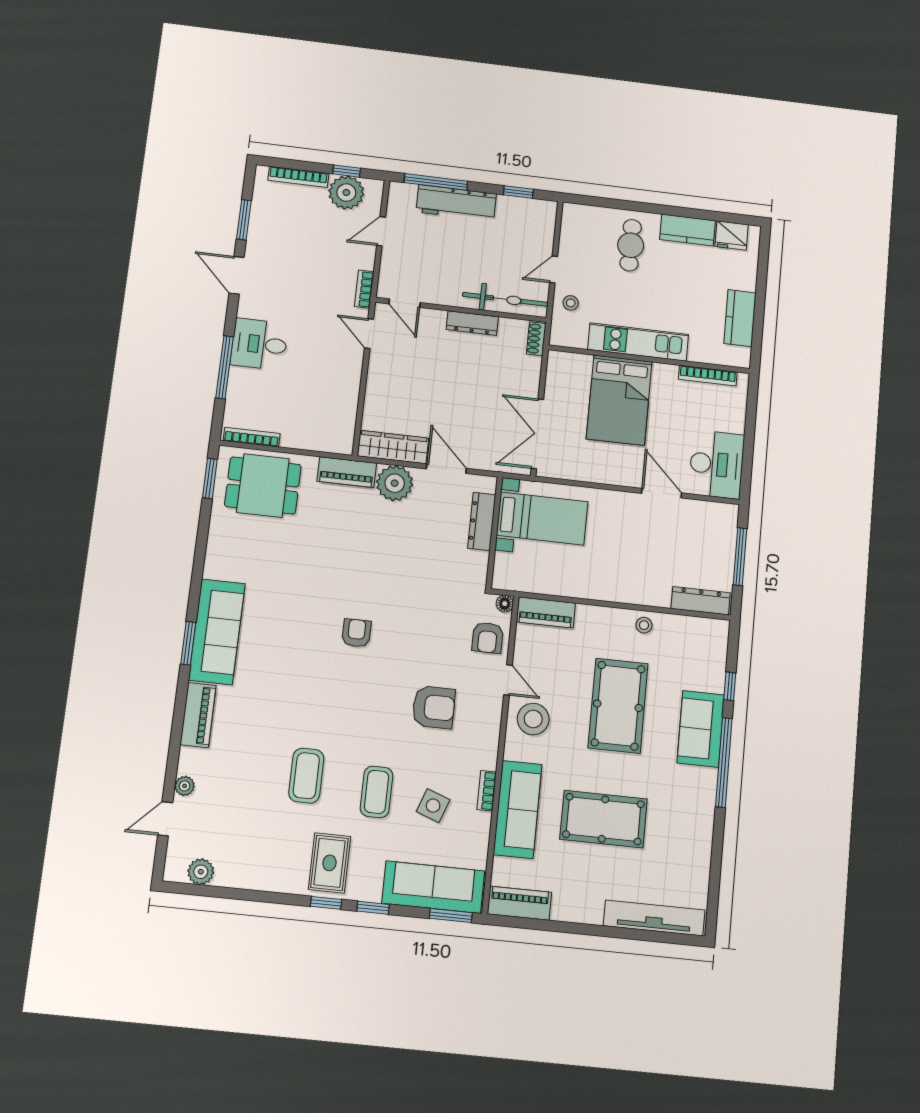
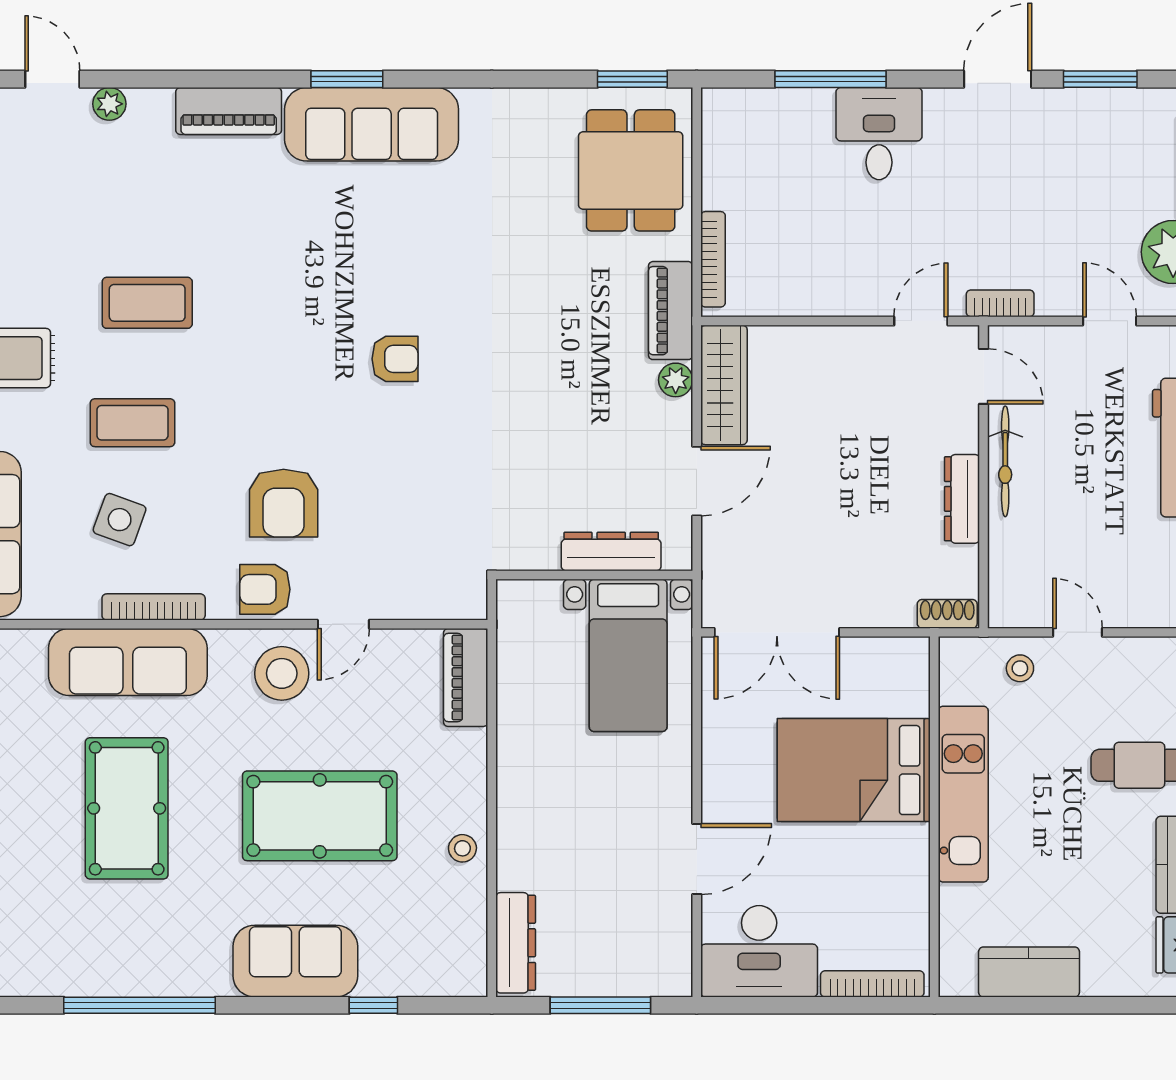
bicycle: (505, 299) -> (1005, 461), moved, width x0.73, depth x0.71
door: (404, 303) -> (984, 376), swing flipped
bookcase: (708, 376) -> (872, 984), moved, turned 90
double door: (537, 434) -> (777, 632), swing flipped
bookcase: (252, 437) -> (713, 259), moved
plant: (395, 483) -> (676, 380), width x0.53, depth x0.53
floor lamp: (505, 604) -> (473, 606), removed
armchair: (488, 638) -> (265, 589), moved
window: (724, 762) -> (140, 1005), moved
bookcase: (487, 791) -> (154, 607), width x1.56

